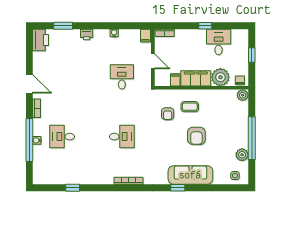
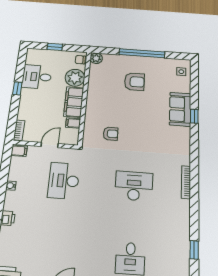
desk: (122, 77) -> (64, 181), width x1.37
coffee table: (190, 107) -> (104, 110), removed
armchair: (196, 136) -> (134, 82), moved
desk: (122, 137) -> (134, 186), width x1.37
plant: (242, 155) -> (159, 63), removed
sofa: (190, 175) -> (180, 109), width x0.73
window: (178, 188) -> (194, 116), moved

